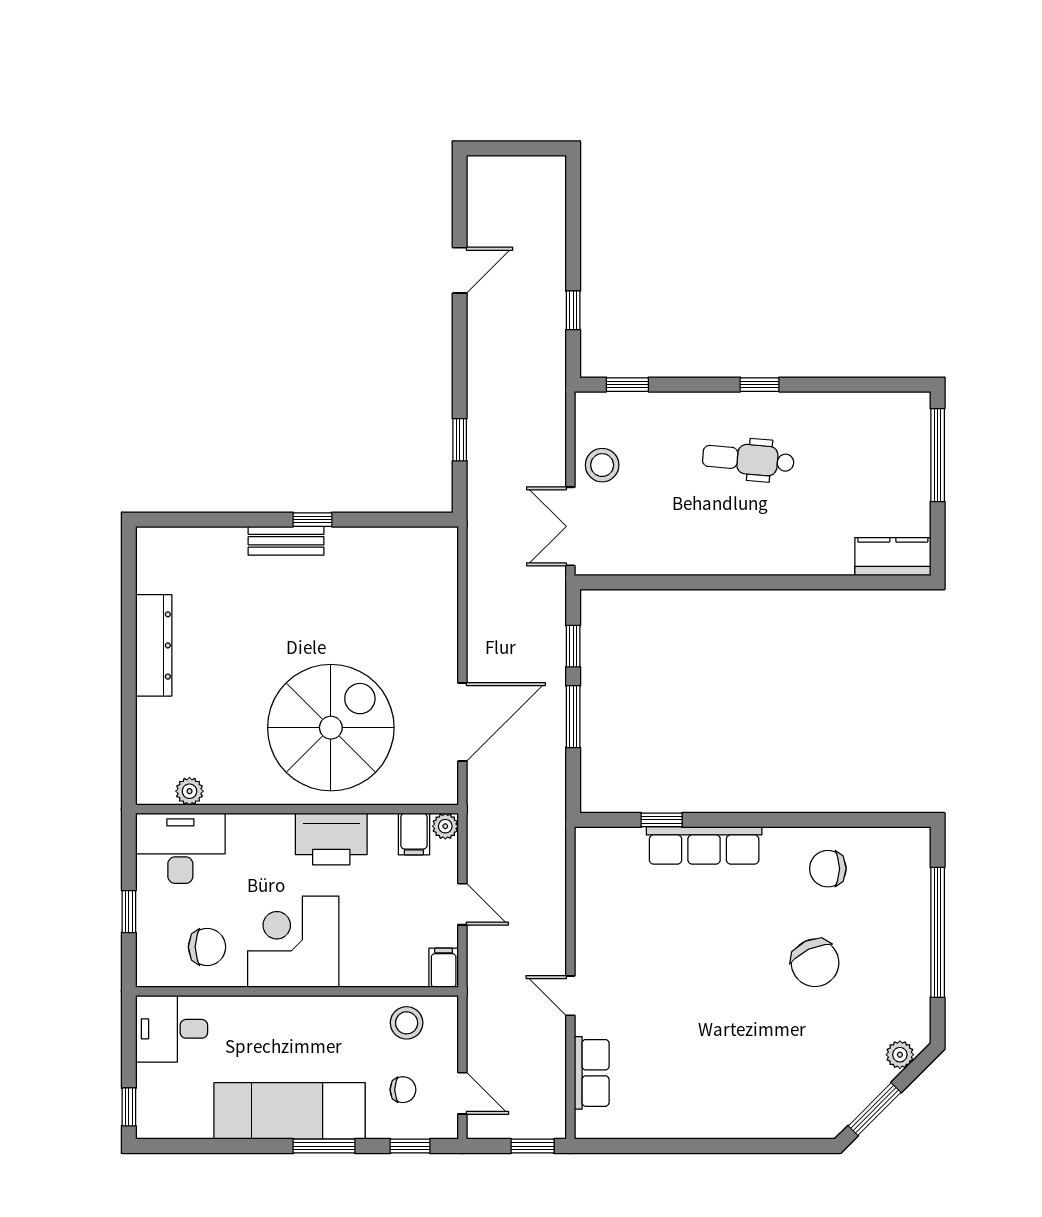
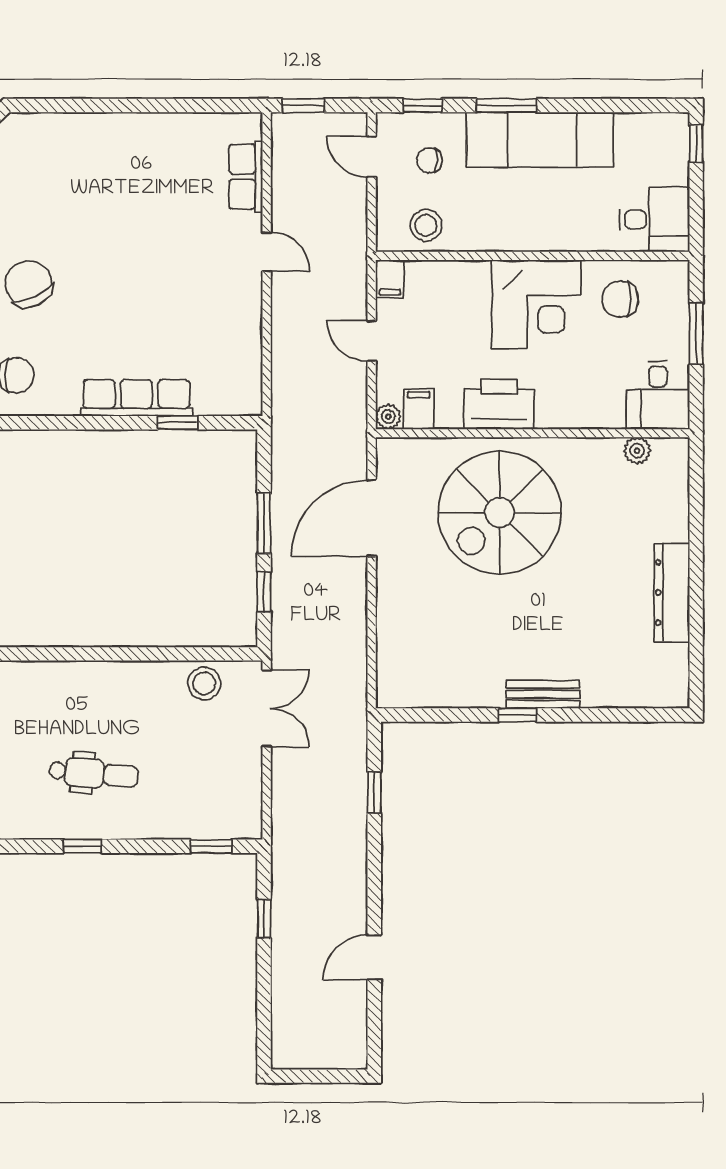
stool: (602, 465) -> (204, 683), moved
desk: (180, 848) -> (658, 395), width x0.73
window: (129, 912) -> (696, 334), width x1.50

